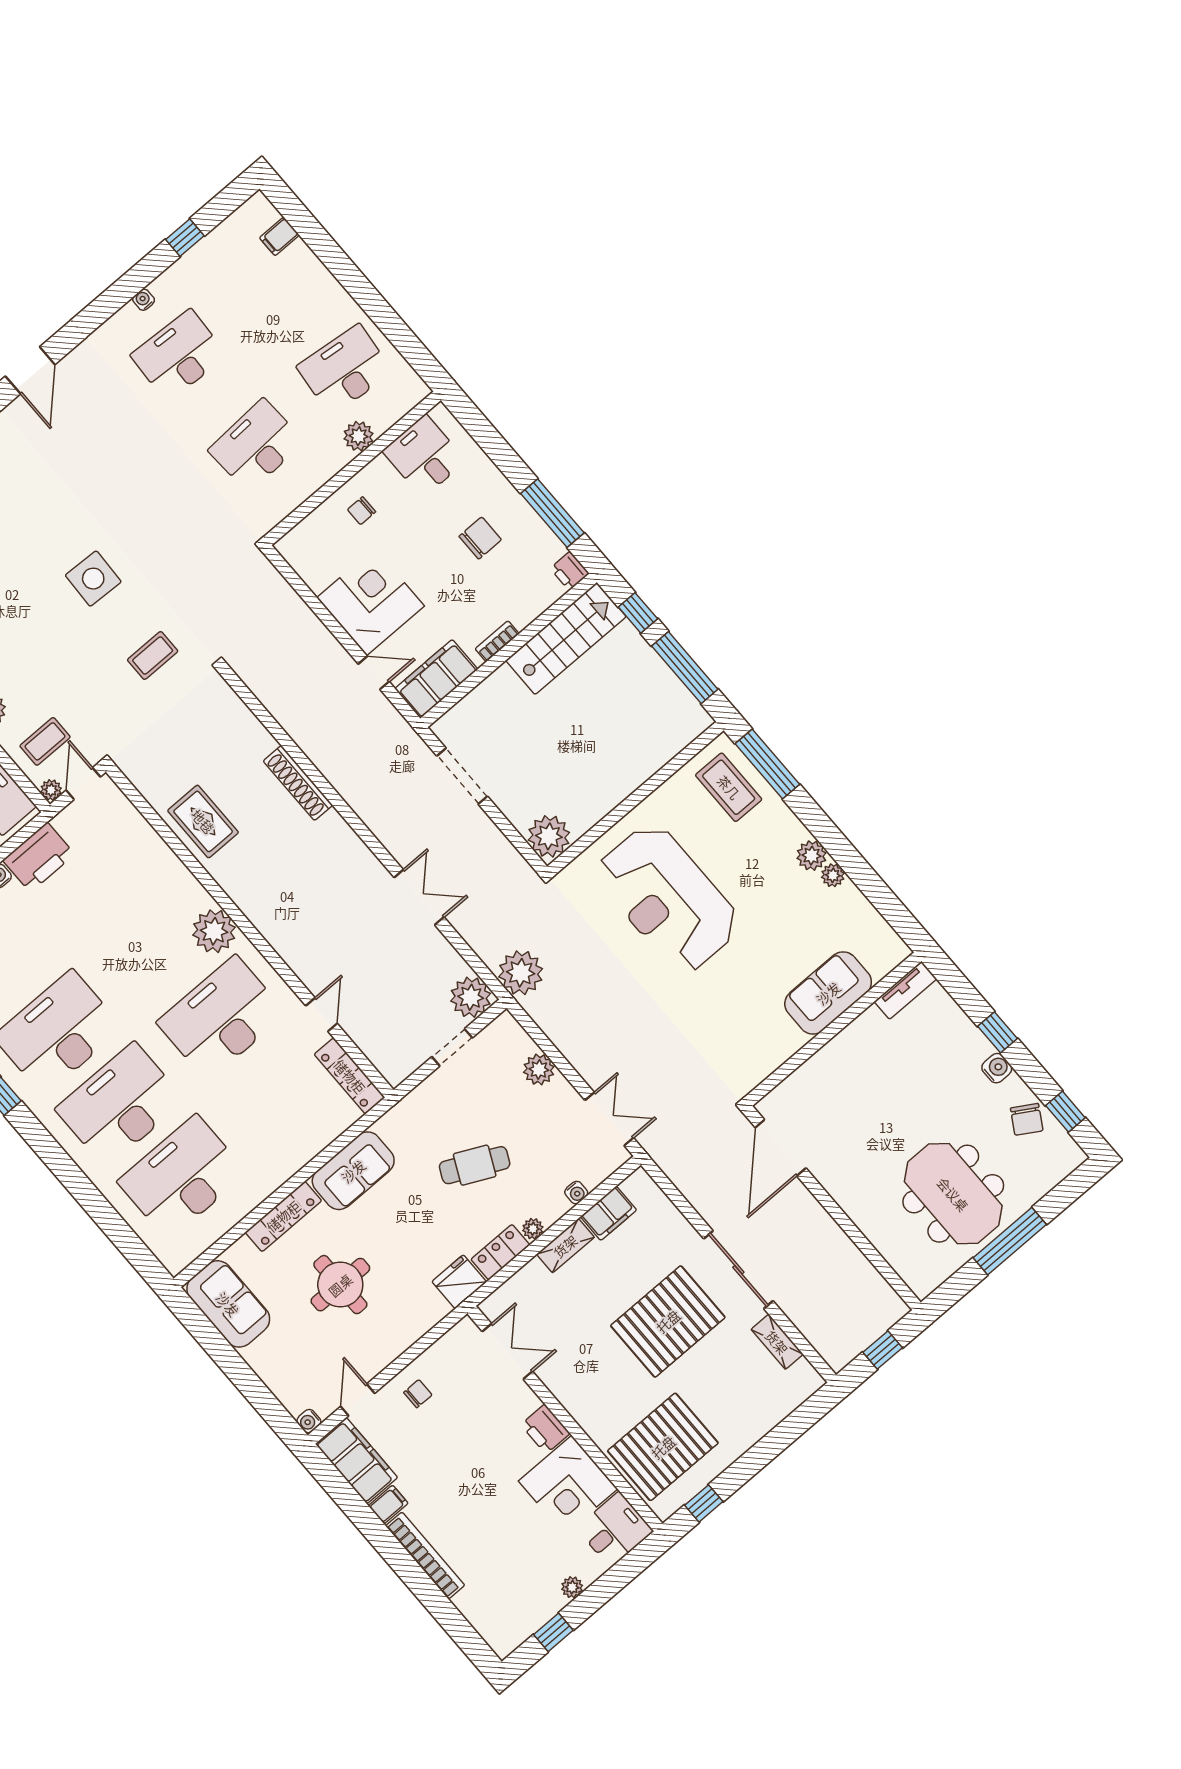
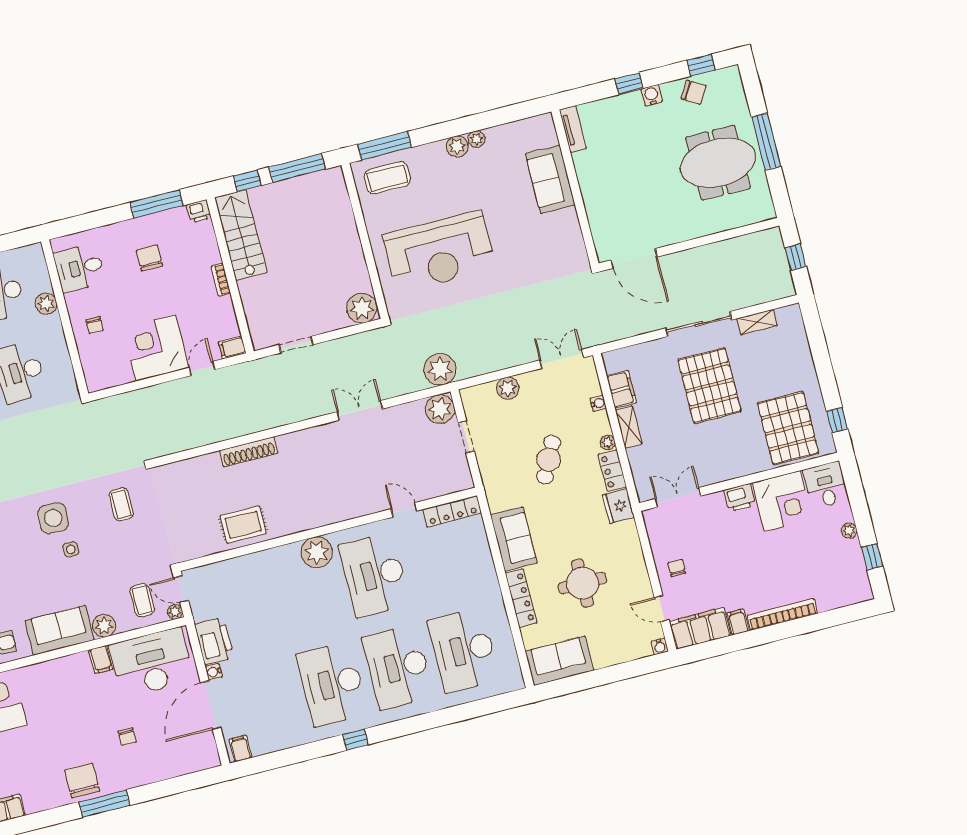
side table: (65, 620) -> (71, 549), added
filing cabinet: (436, 679) -> (232, 348), width x0.33, depth x0.86
doorway: (462, 776) -> (296, 345), width x0.73

